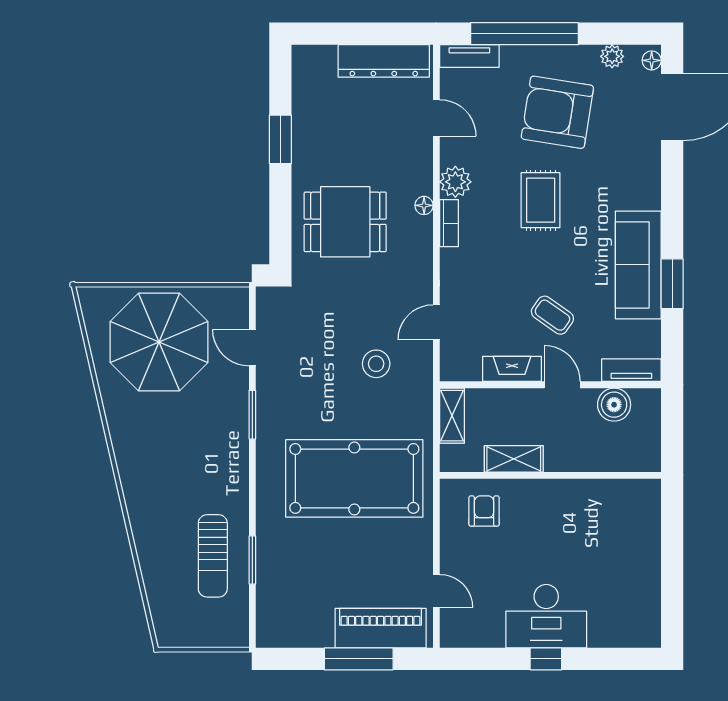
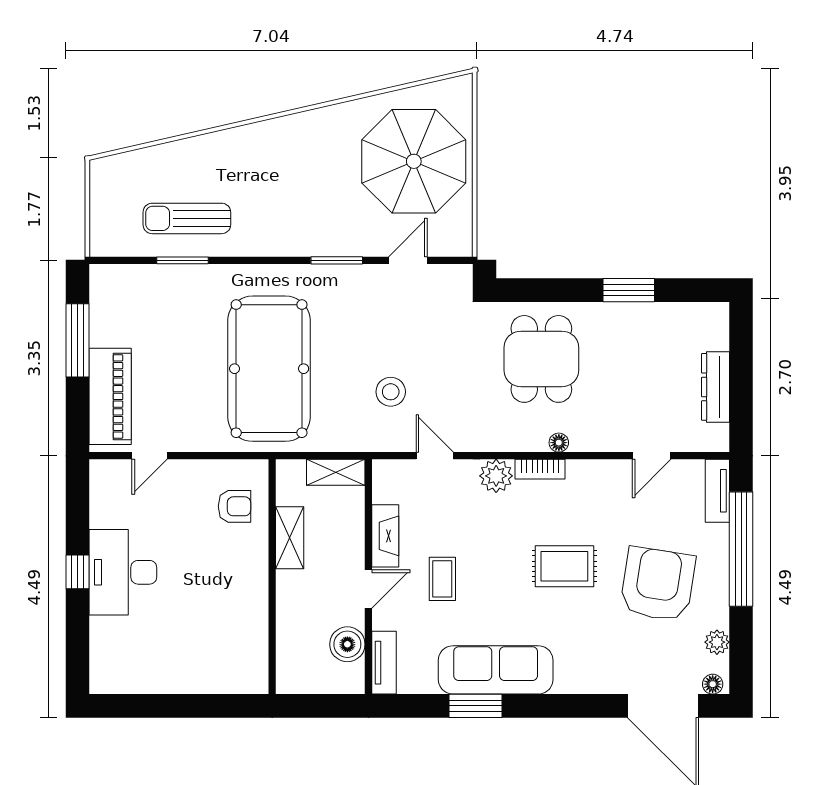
dresser: (384, 61) -> (716, 387), width x0.73, depth x0.80
plant: (455, 182) -> (496, 476), moved
coffee table: (552, 315) -> (442, 579), turned -35
window: (359, 659) -> (77, 340), moved

